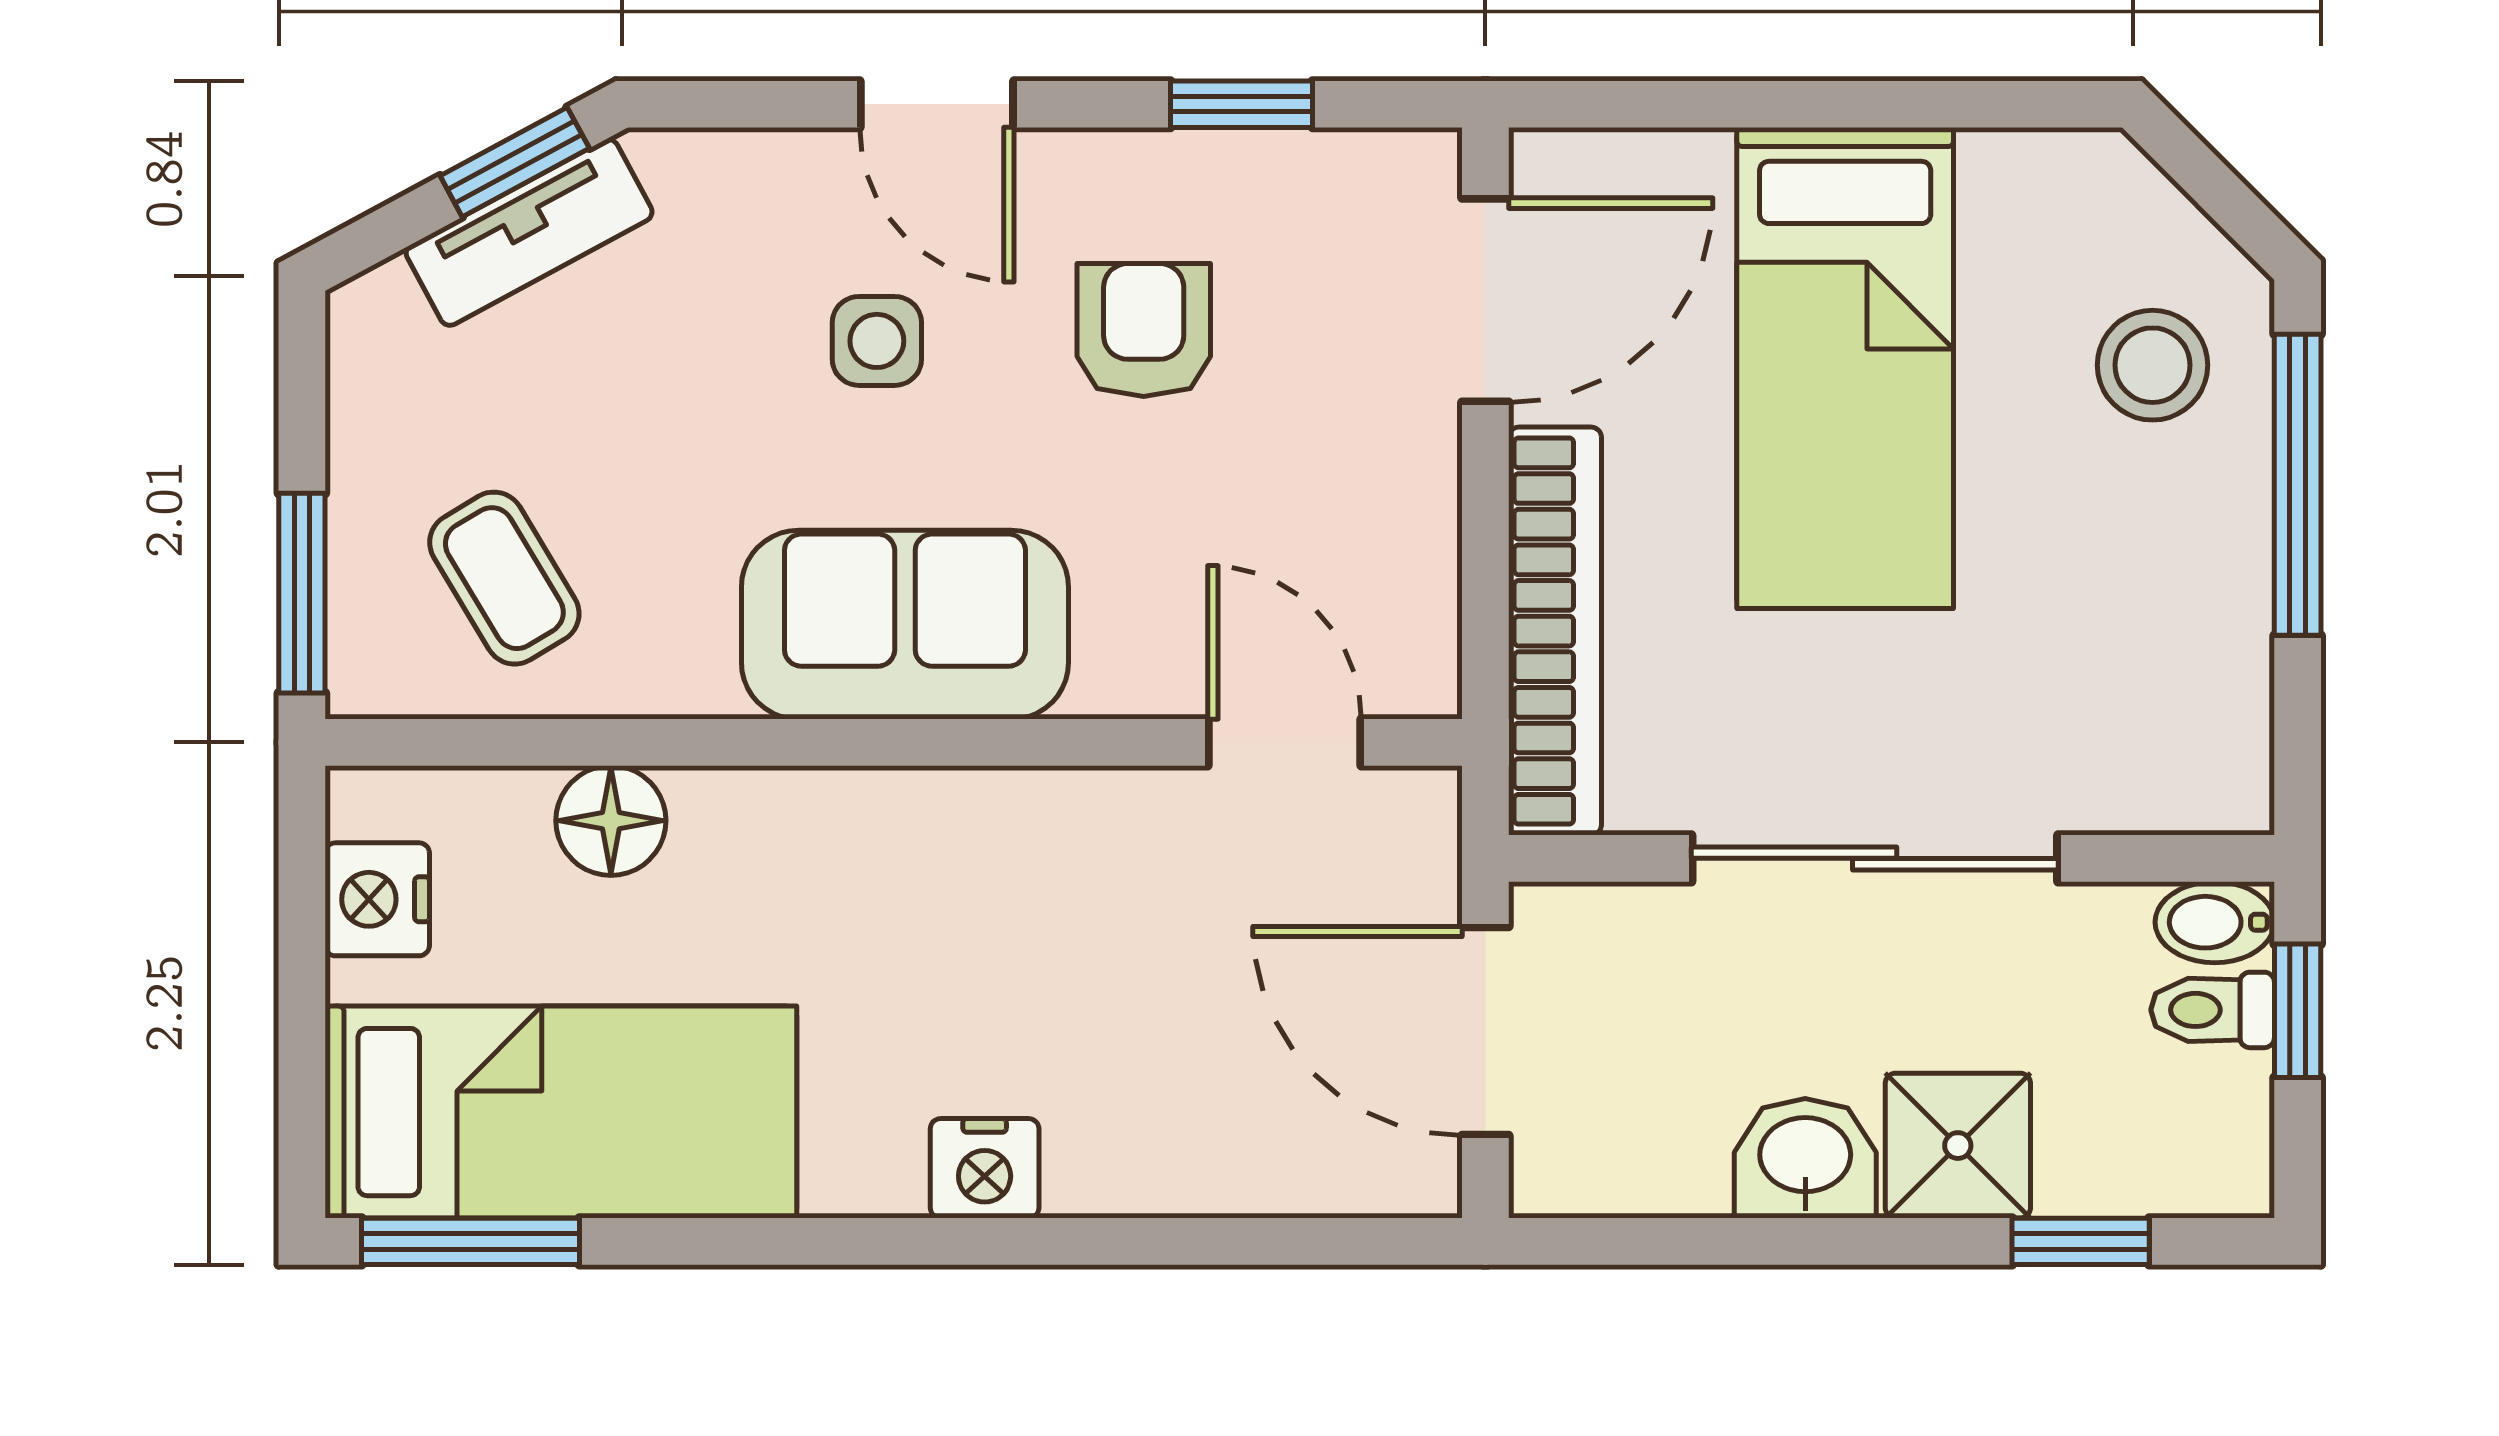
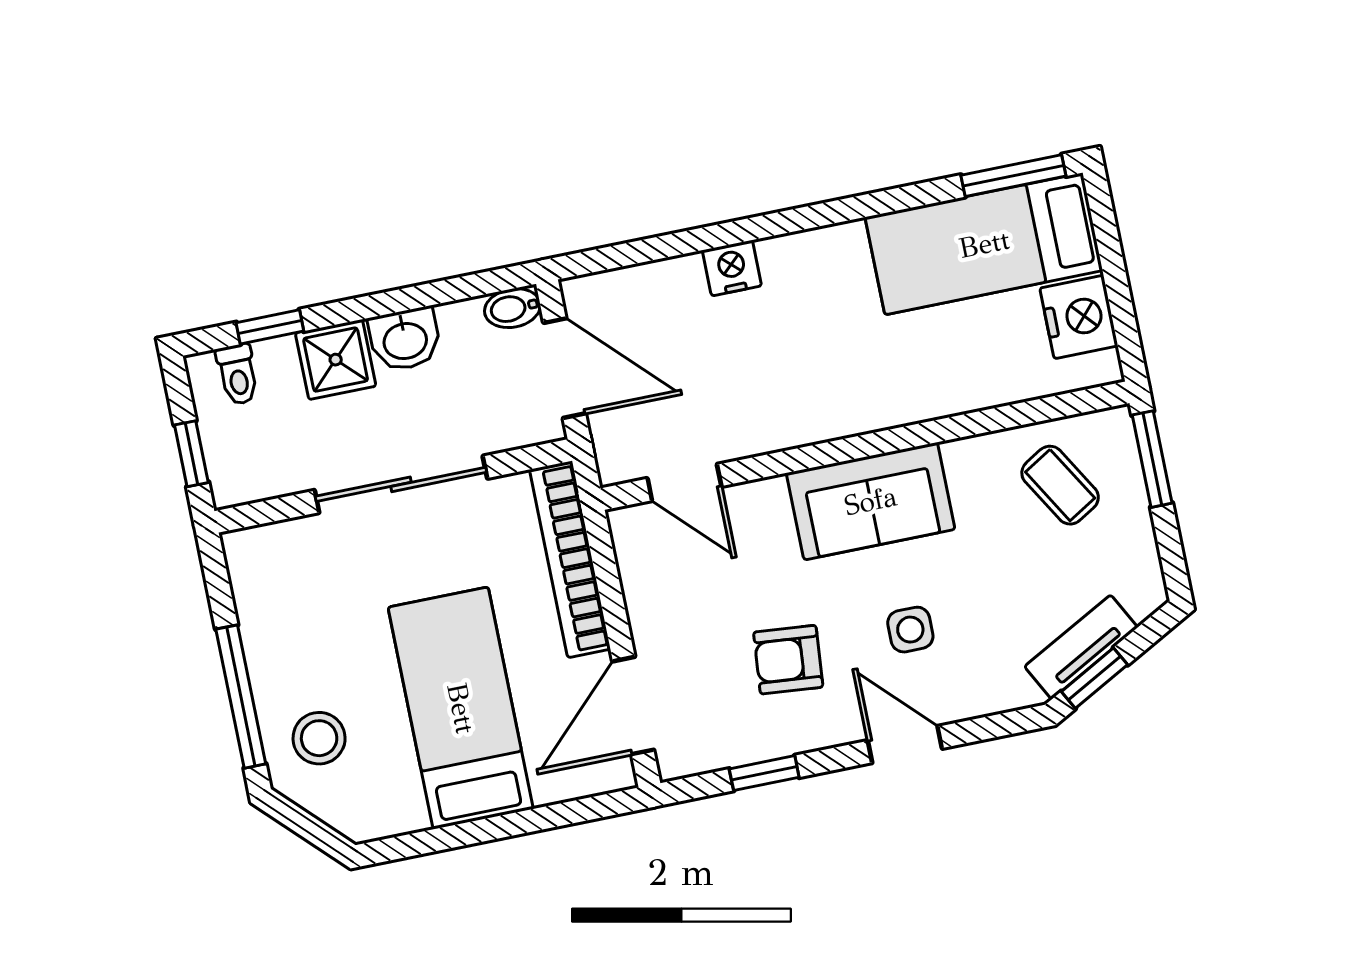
armchair: (1144, 330) -> (788, 660), turned 95
floor lamp: (611, 821) -> (988, 383), removed
nightstand: (377, 899) -> (1079, 317), width x1.36, depth x1.33
bidet: (2215, 922) -> (513, 308), moved, turned 180
toilet: (2213, 1010) -> (238, 374), moved, turned 90
nightstand: (985, 1168) -> (732, 268), moved

